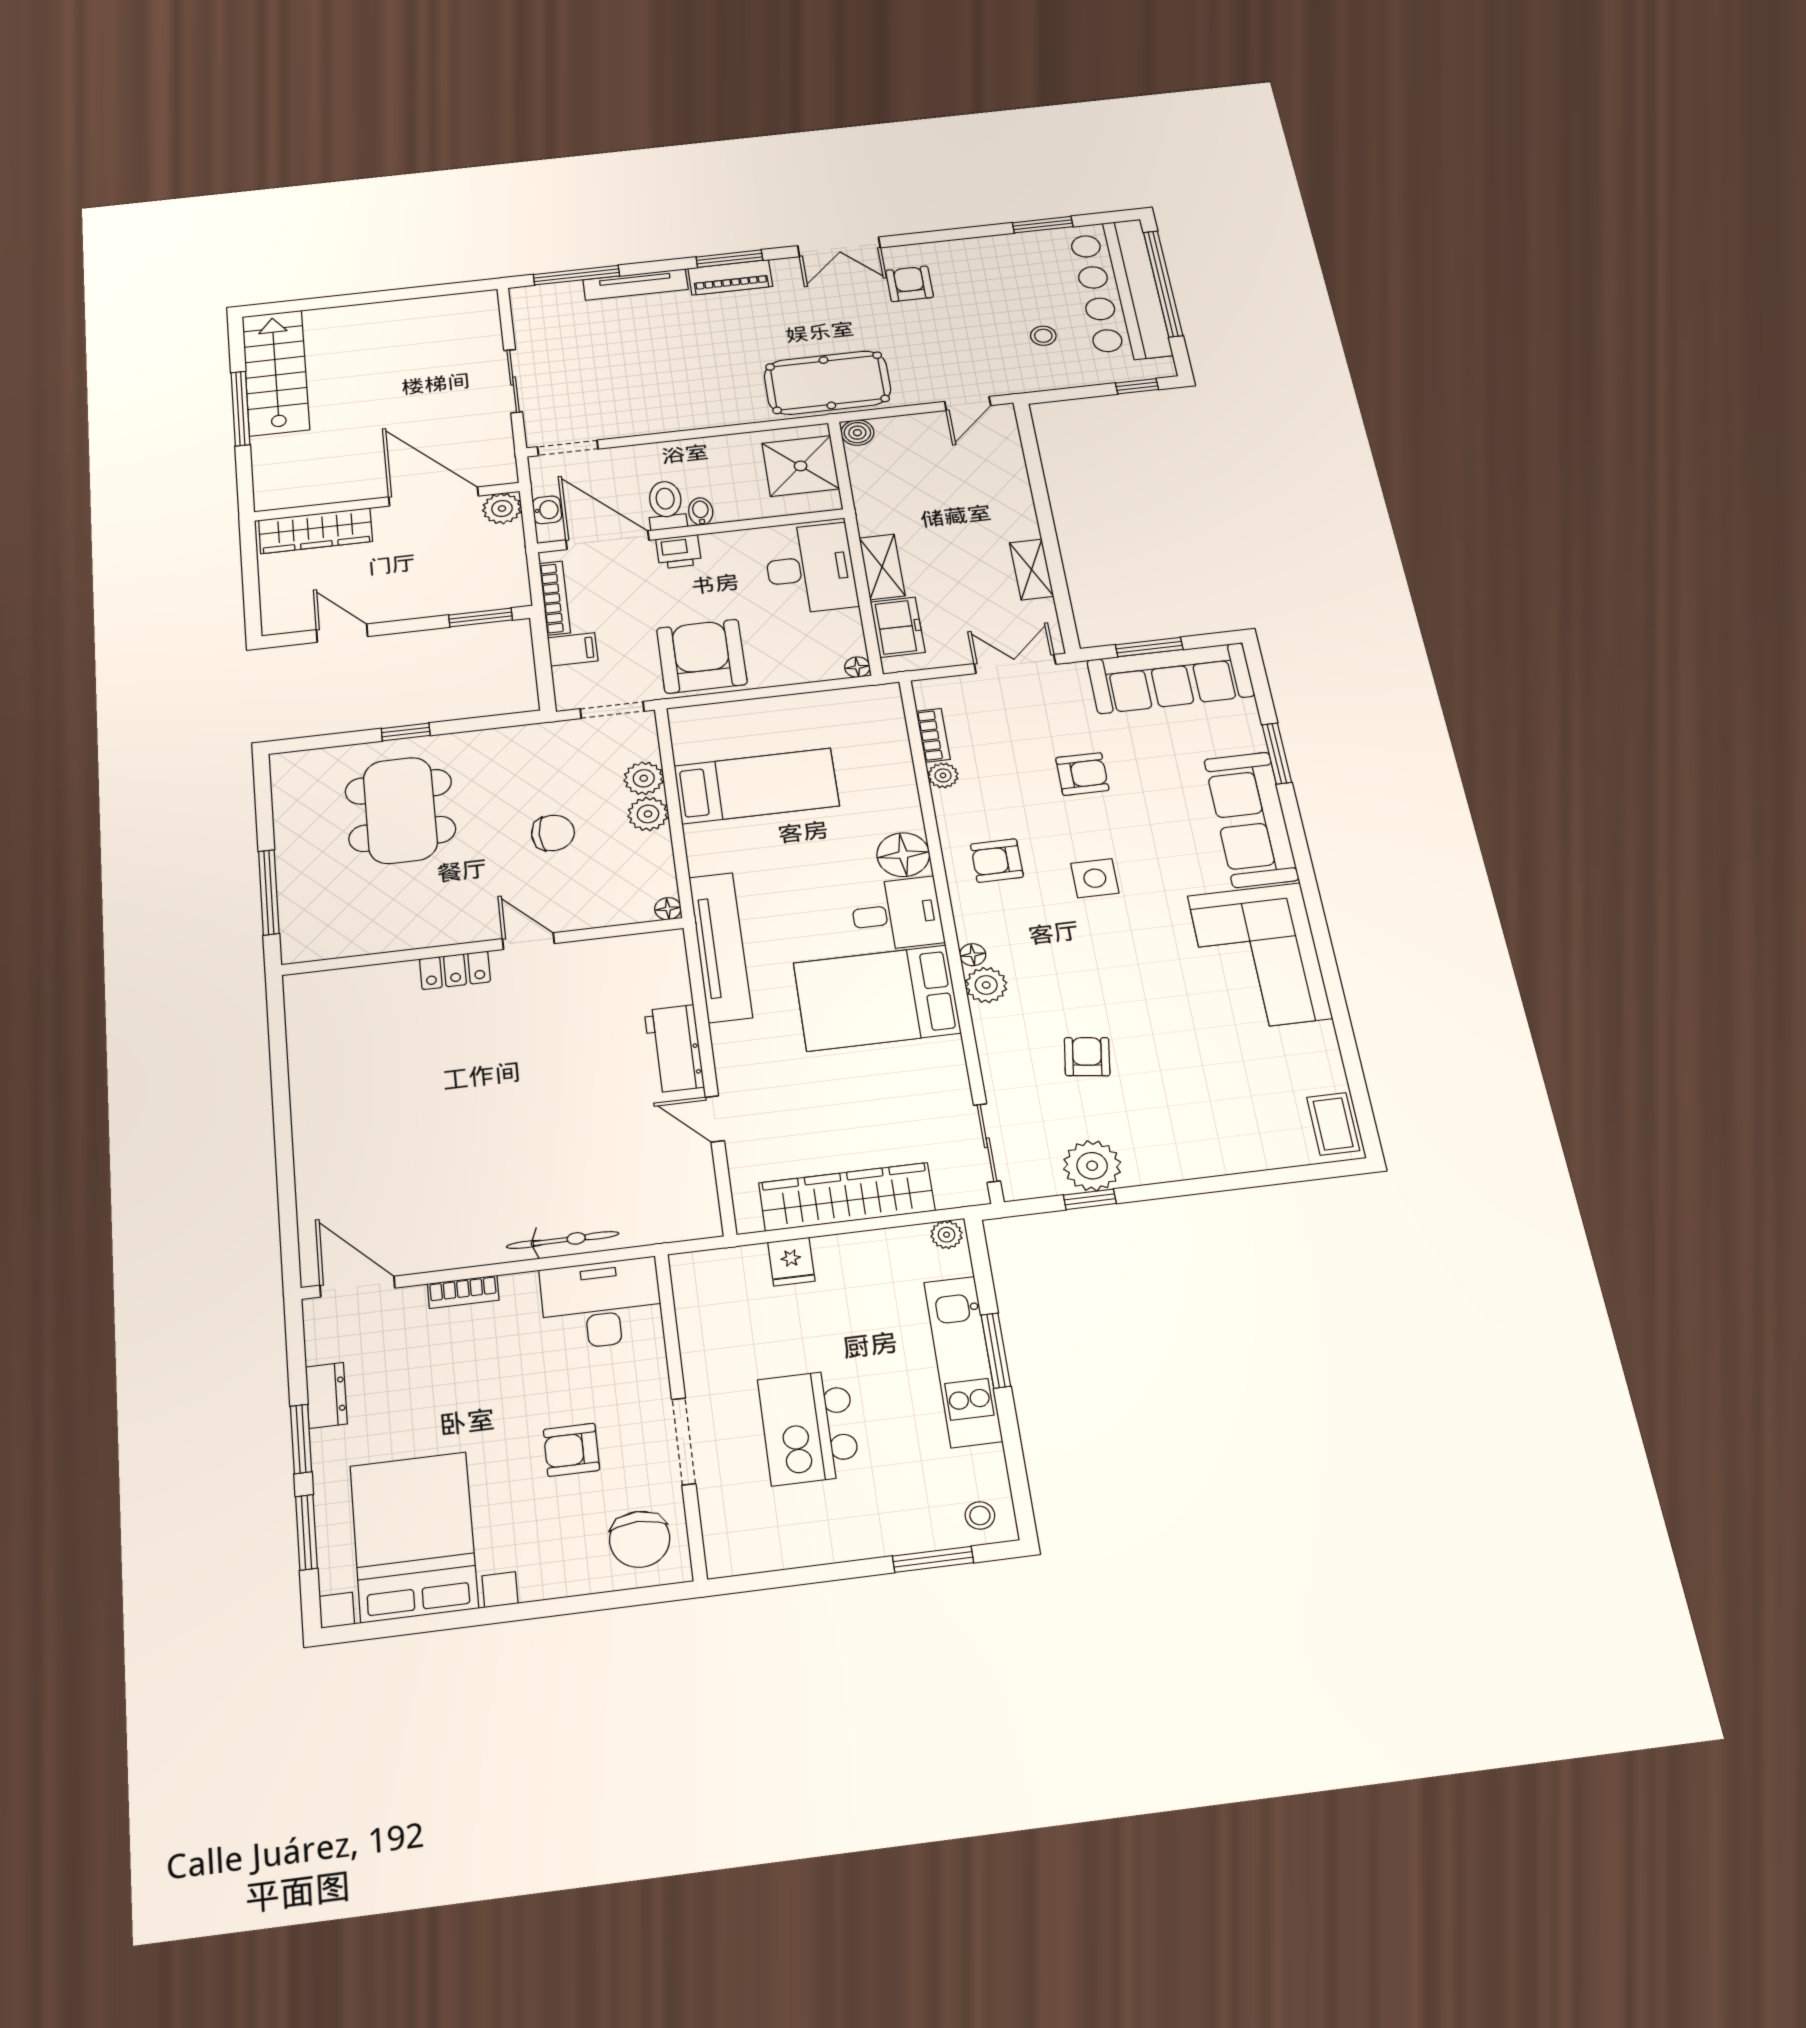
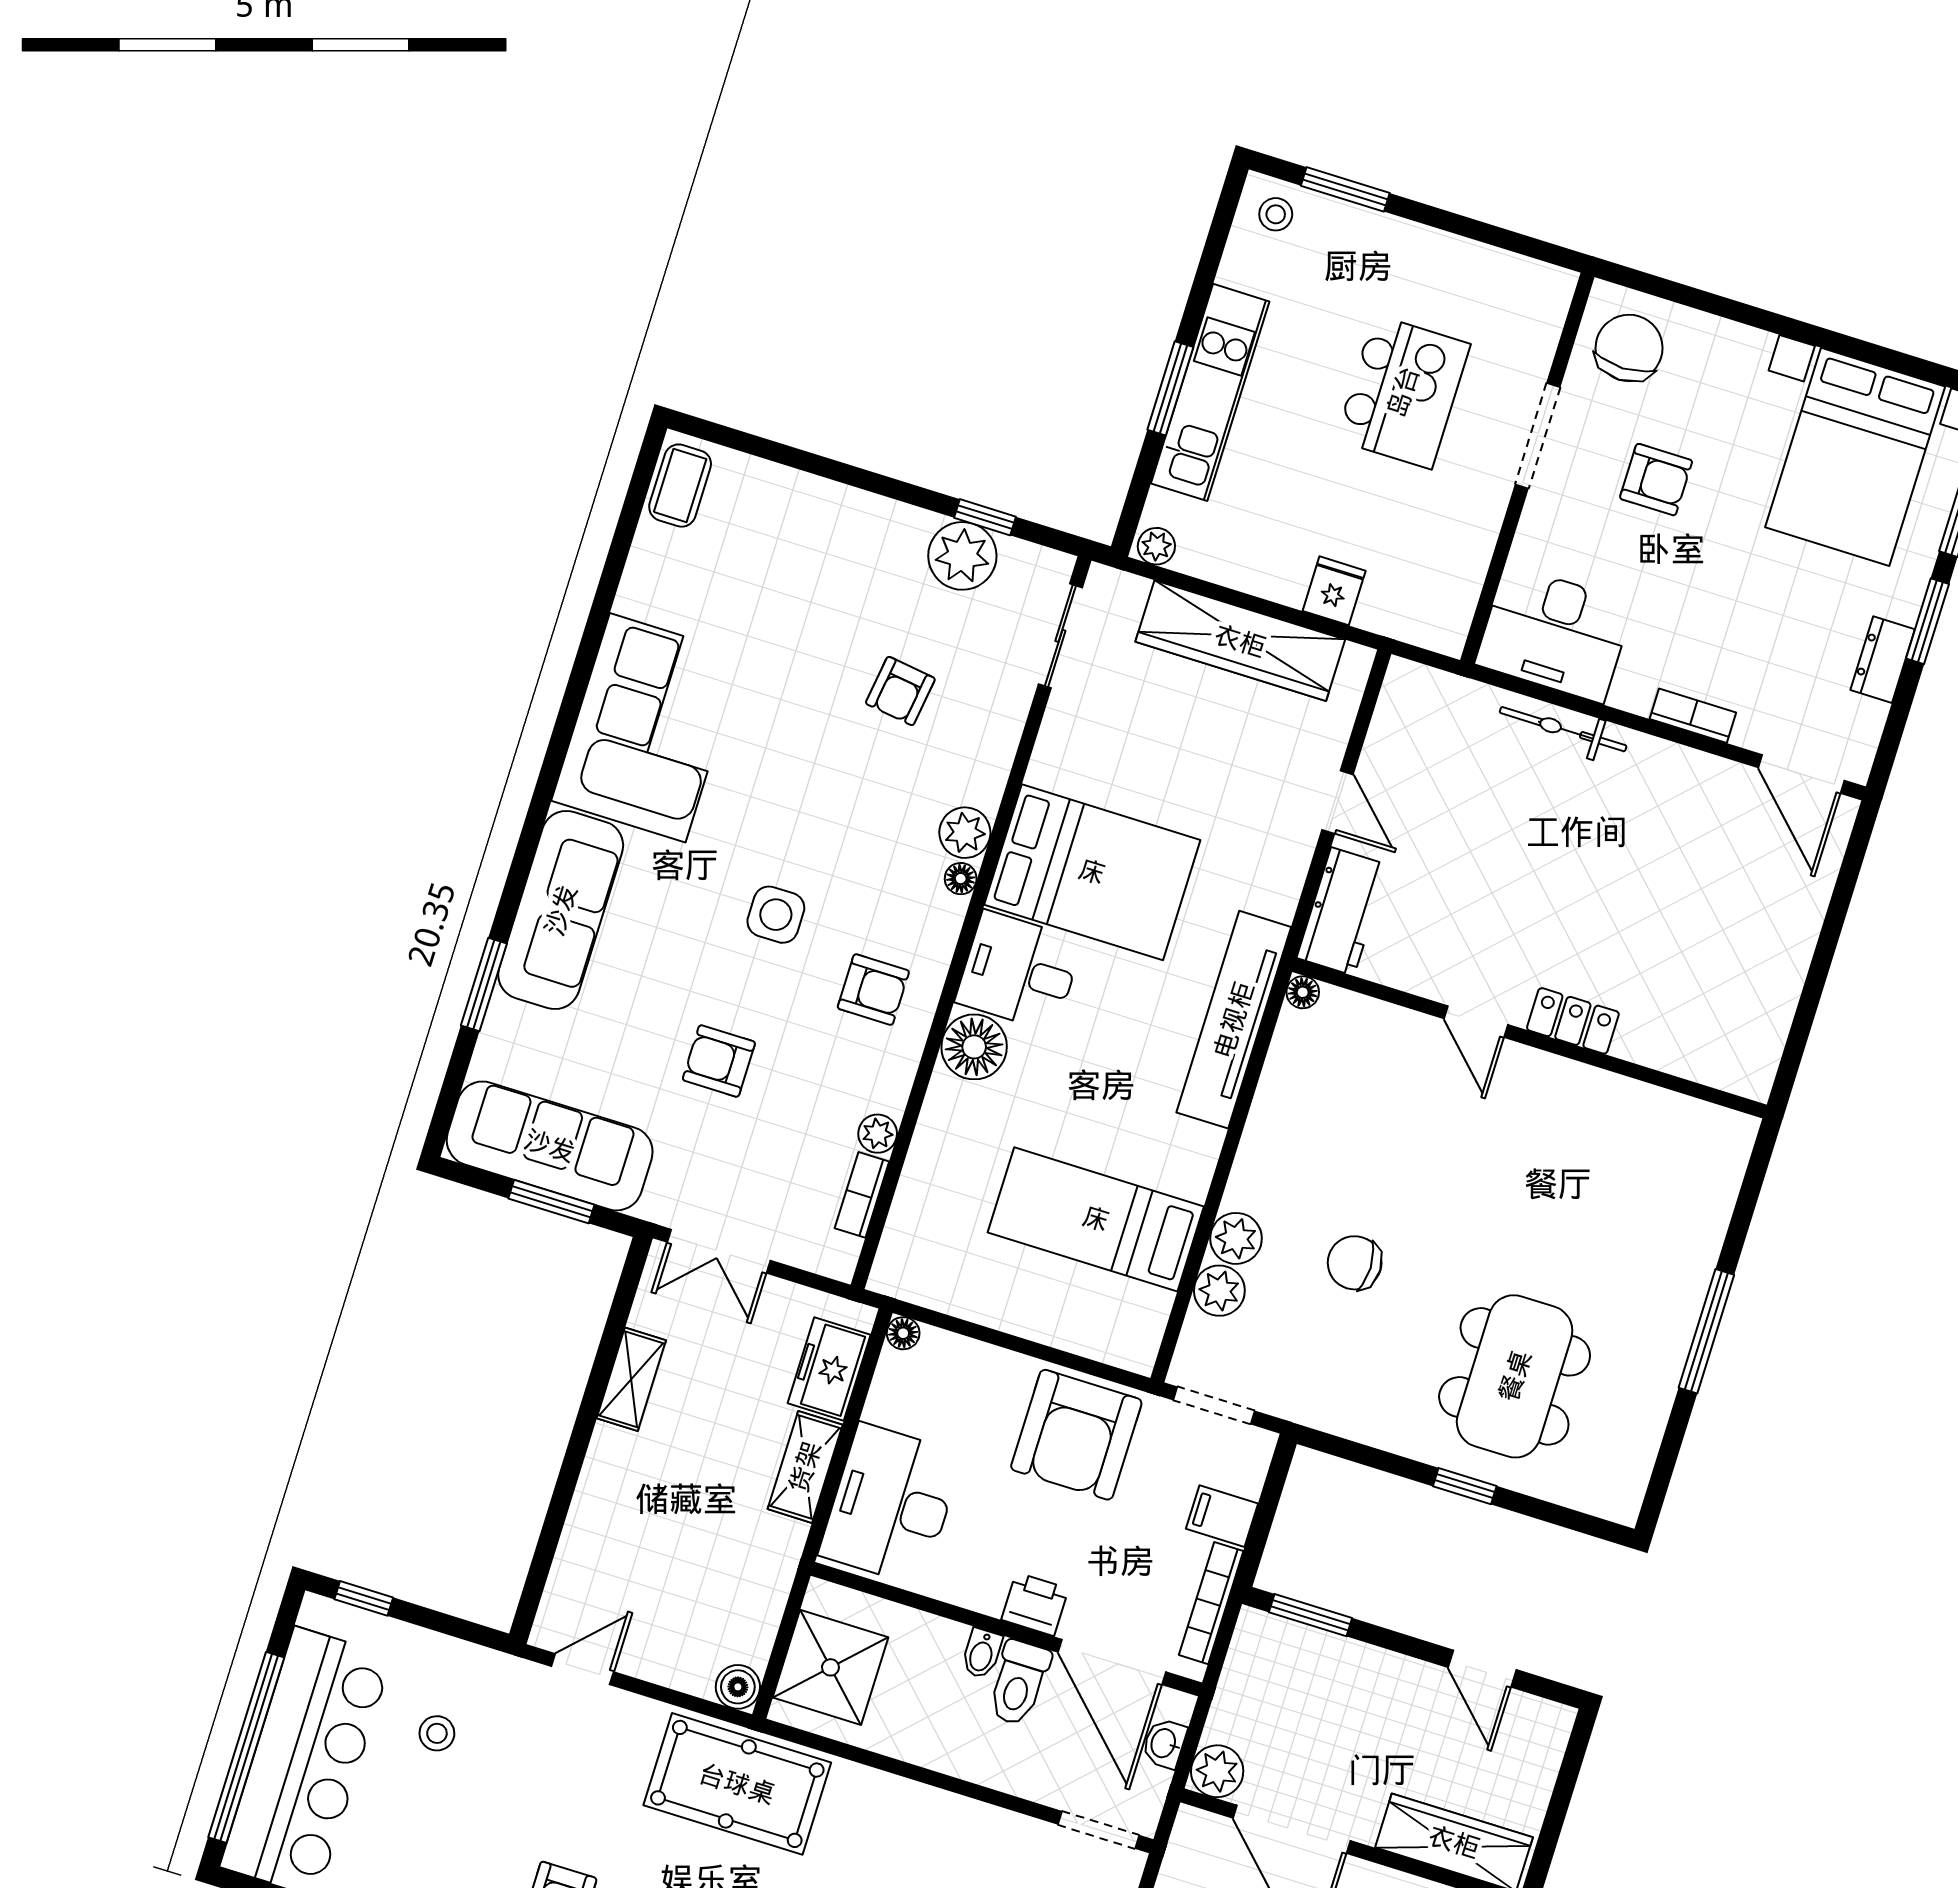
floor lamp: (668, 909) -> (1303, 992), moved
door: (528, 941) -> (1476, 1022), moved
wall: (483, 947) -> (1529, 1038), moved
locker: (455, 970) -> (1573, 1021), moved

